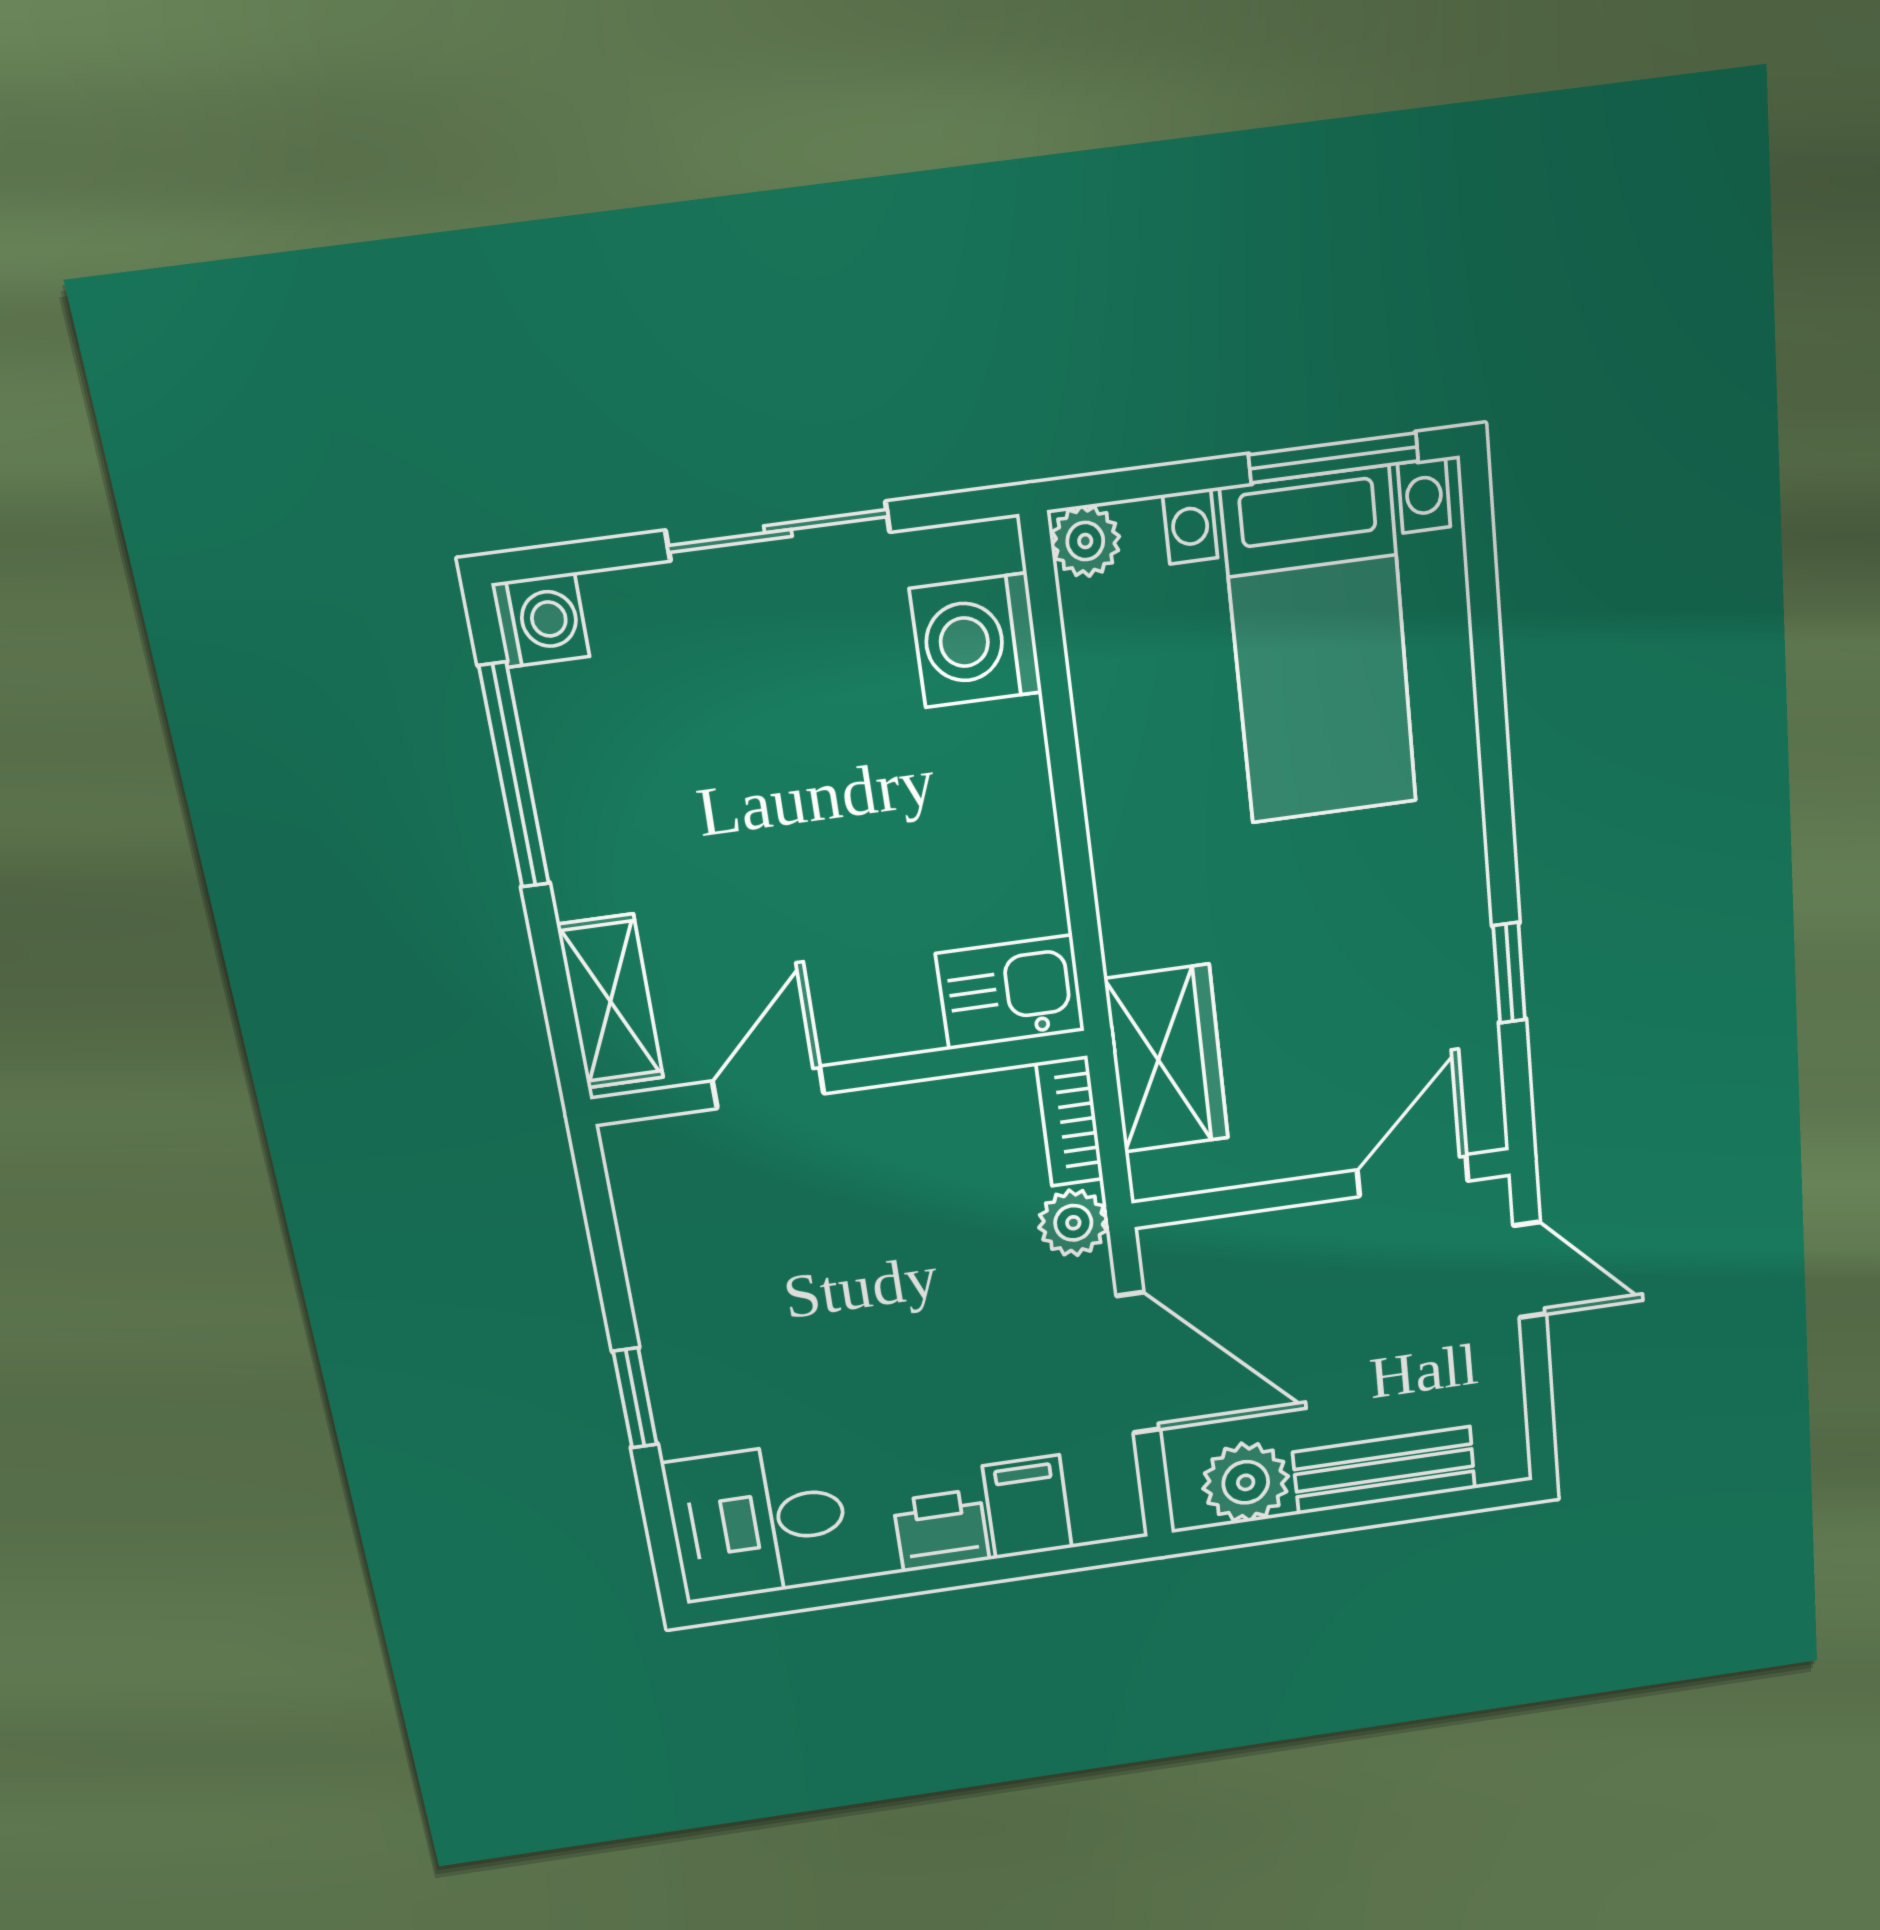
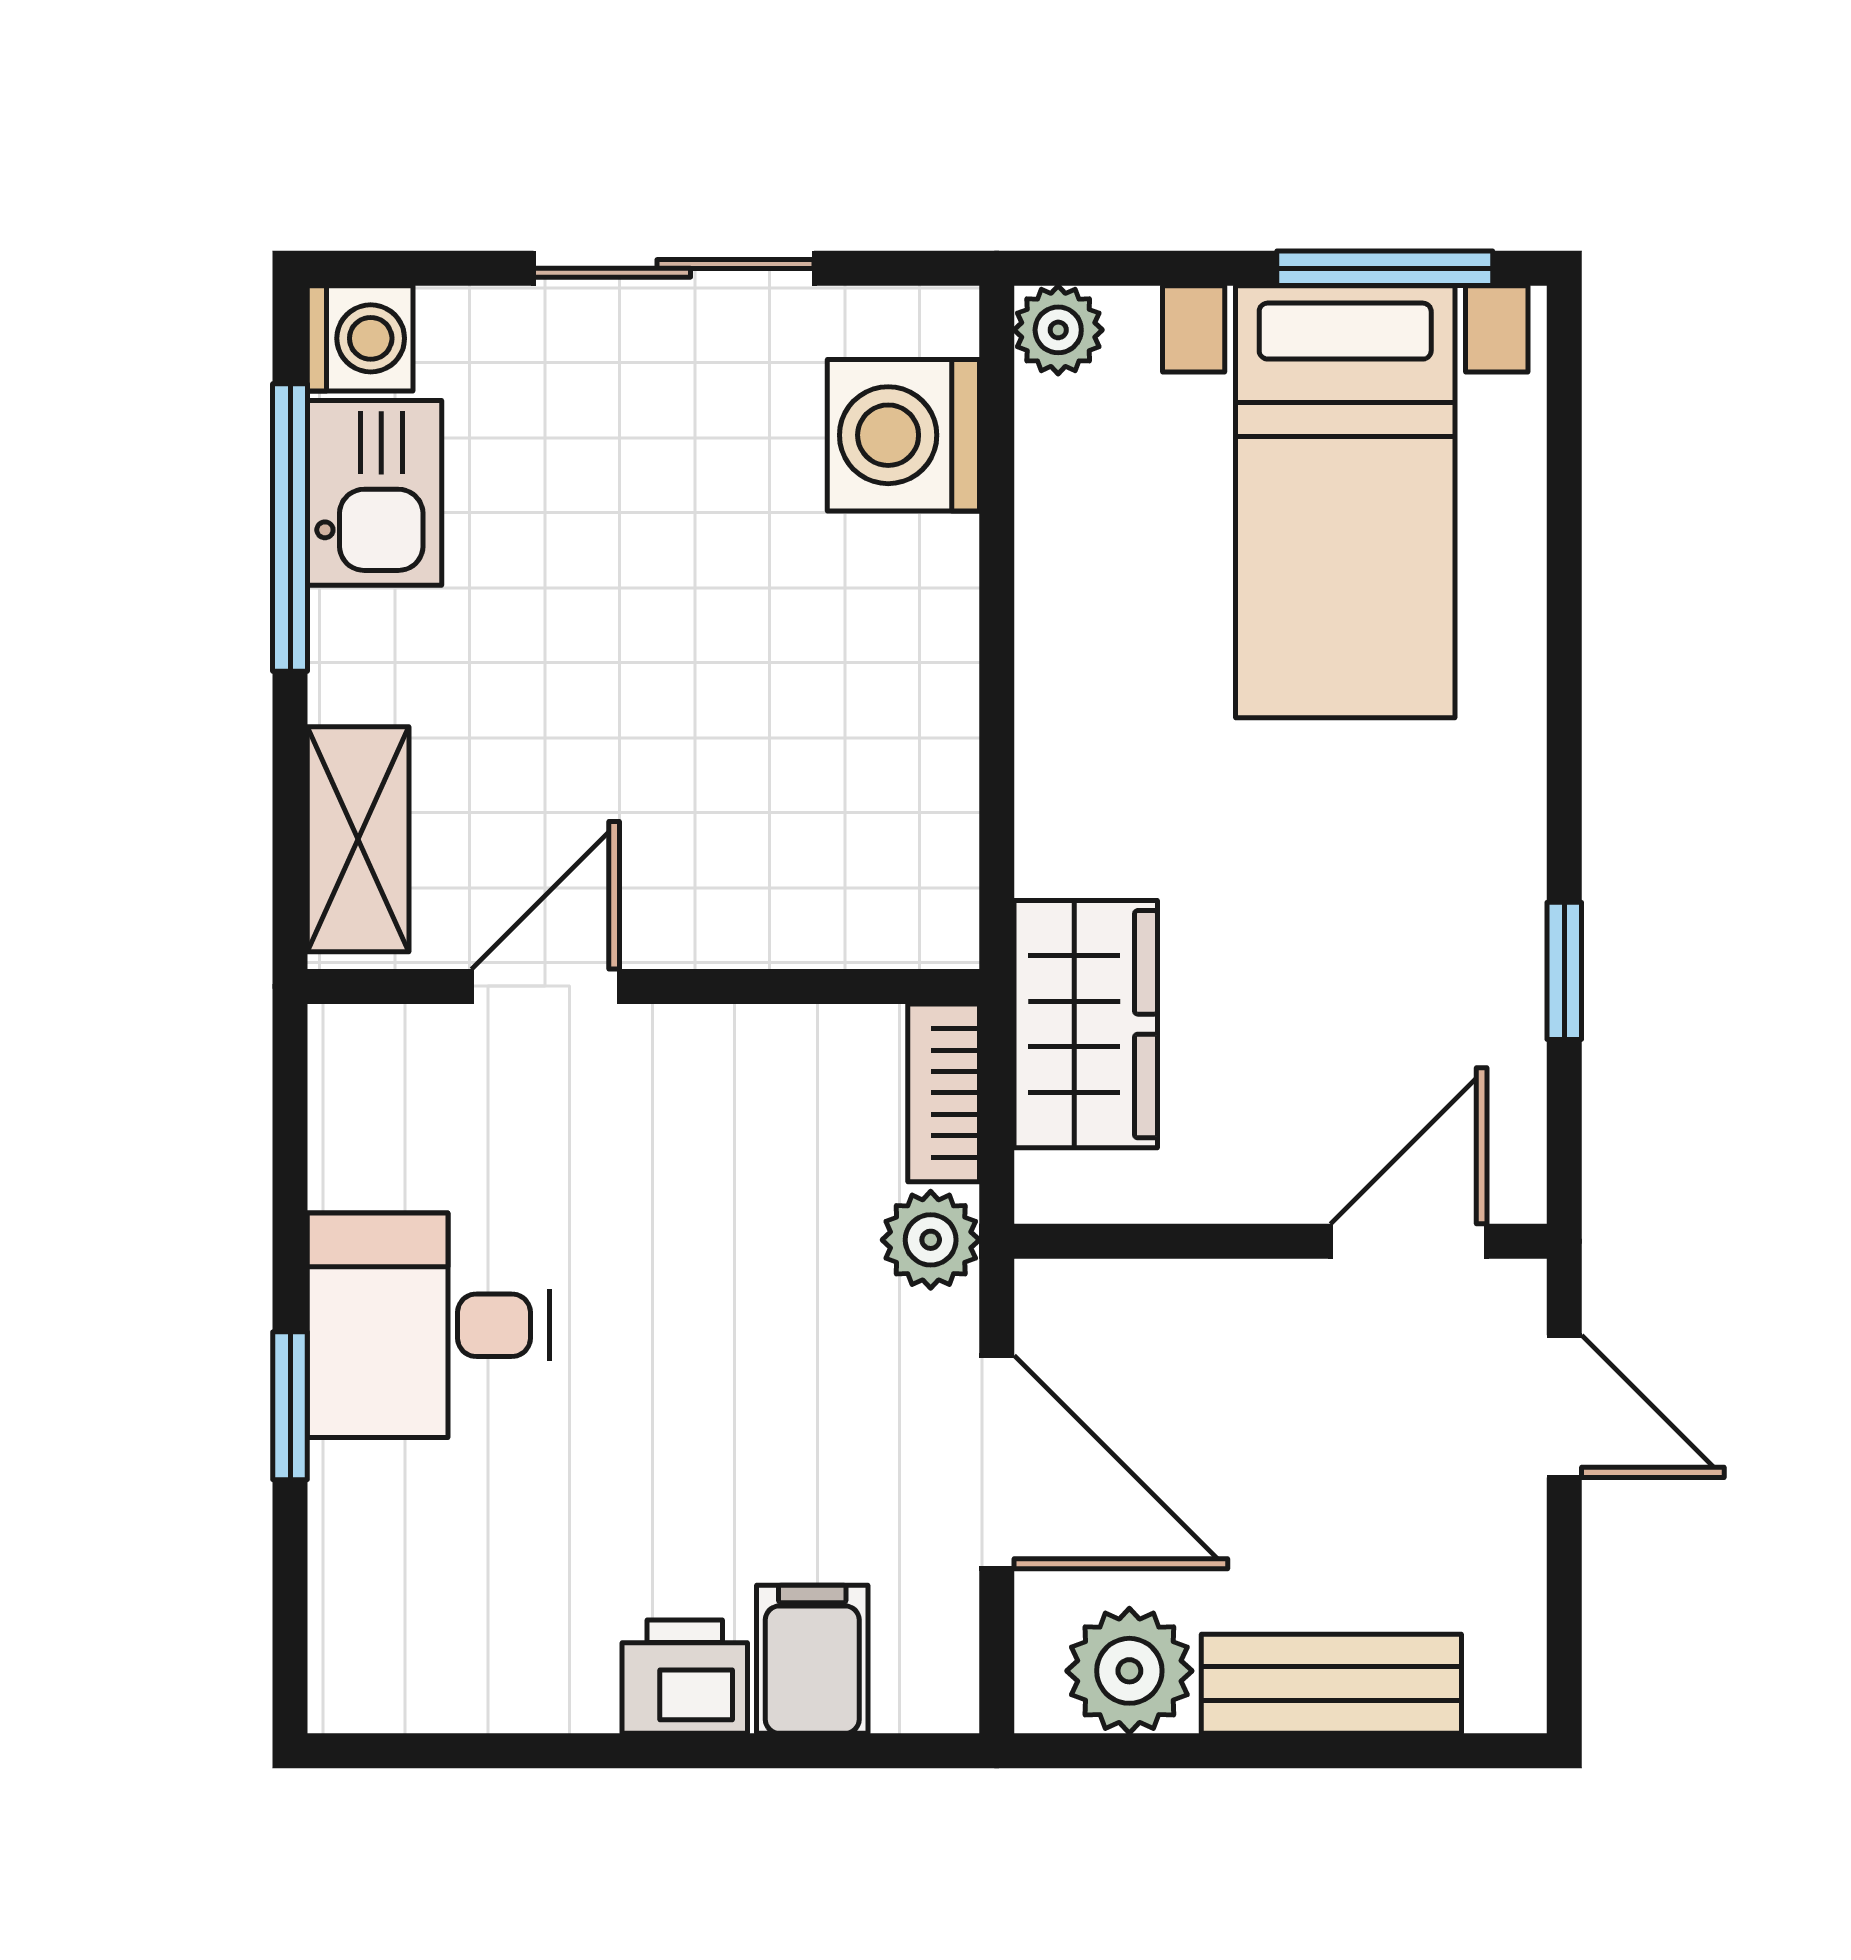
kitchen sink: (1010, 992) -> (375, 493), moved, turned 90
desk: (758, 1522) -> (429, 1325), moved

